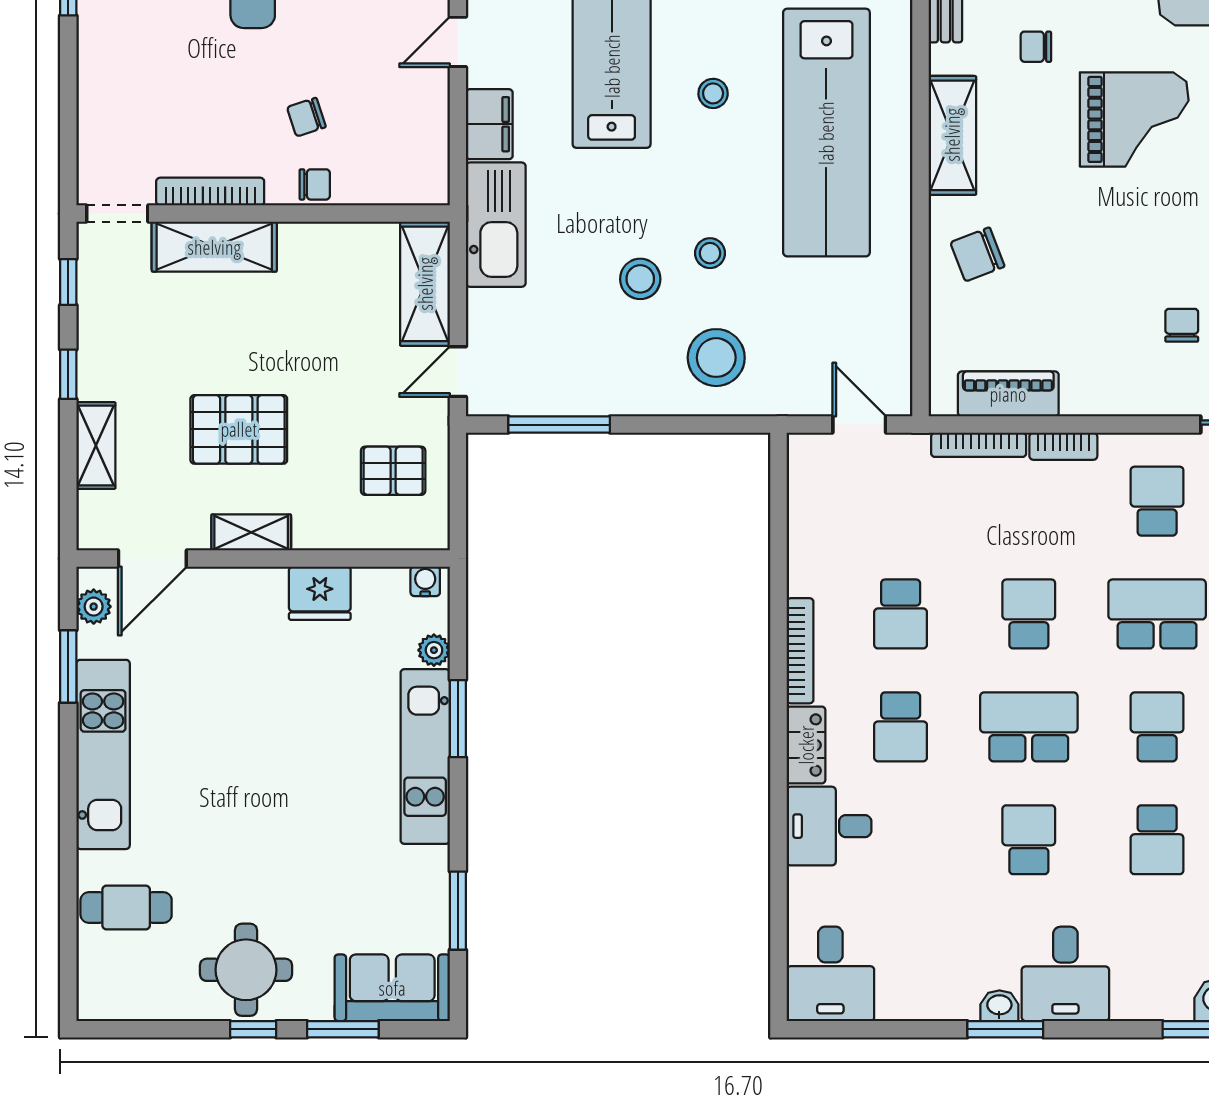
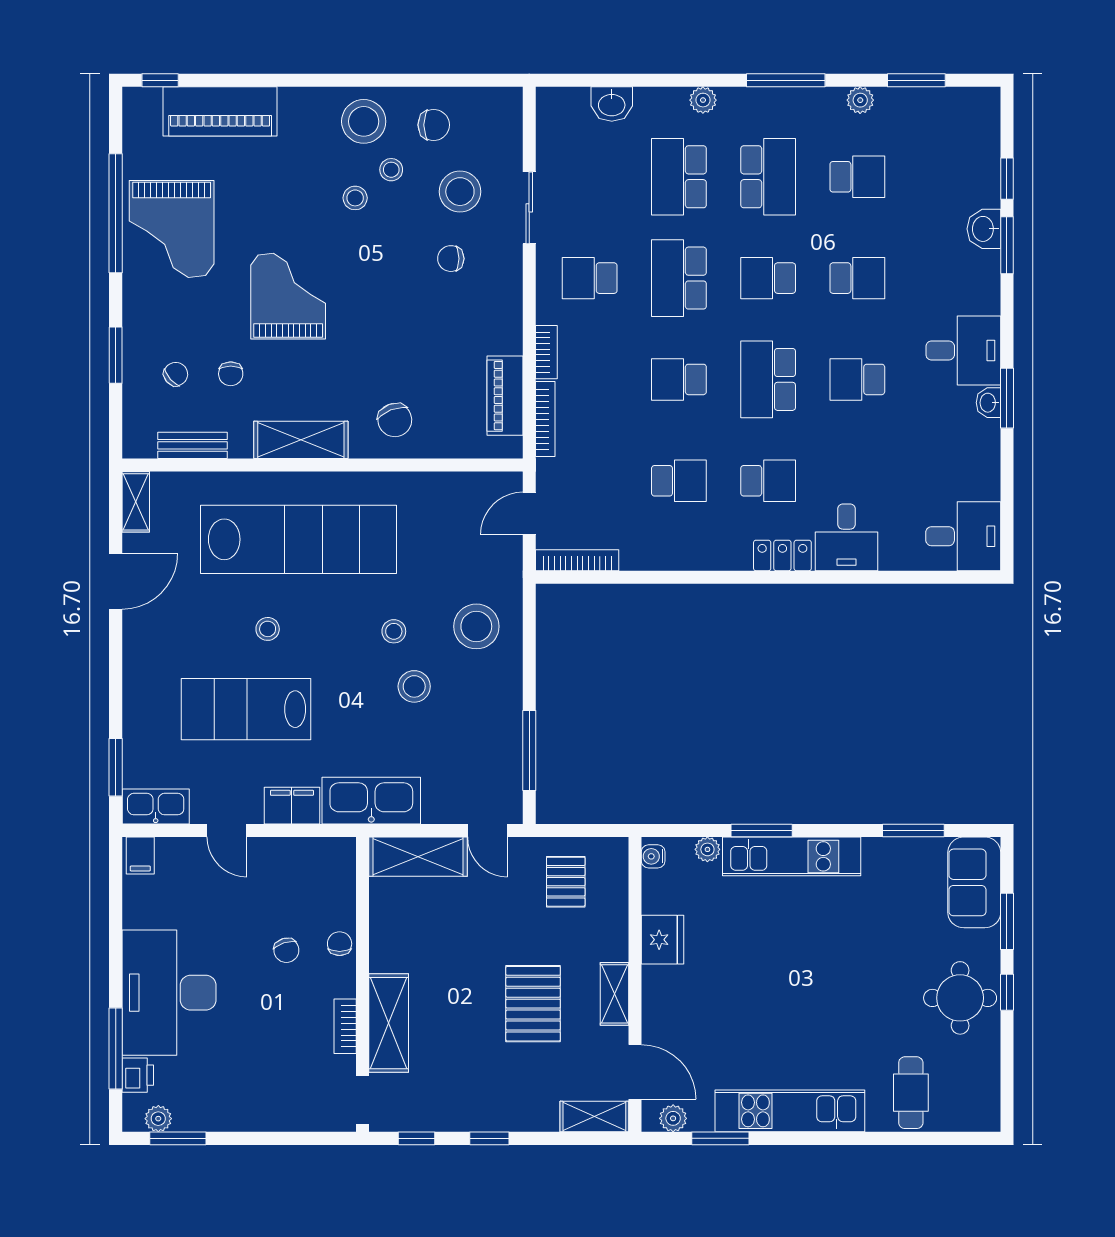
bookcase: (210, 192) -> (345, 1026), width x0.64
shelving: (96, 446) -> (594, 1117), moved
bookcase: (800, 651) -> (577, 560), moved

